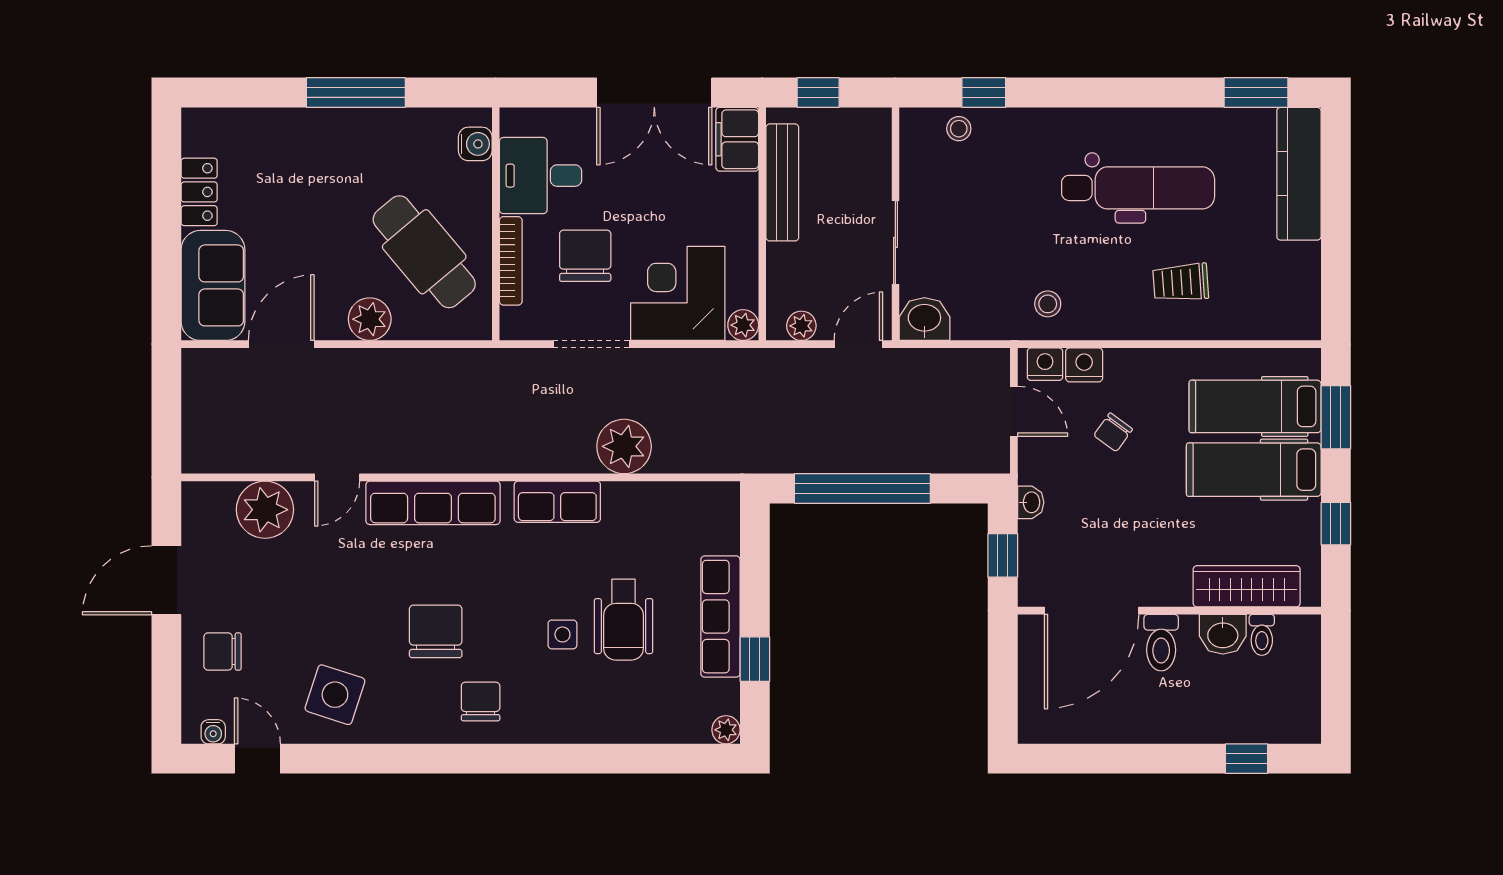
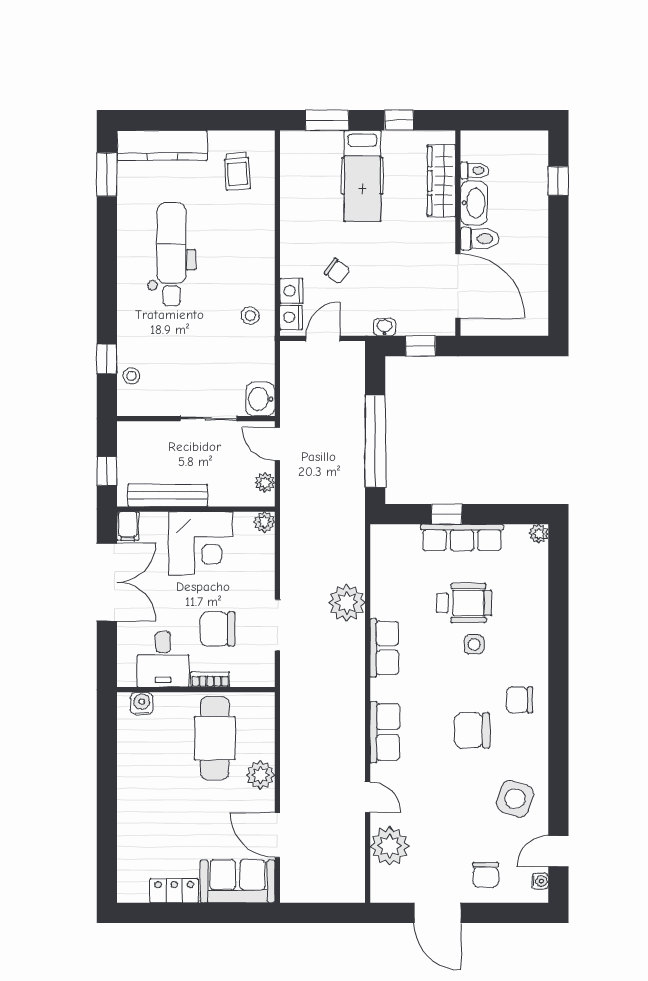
window: (356, 93) -> (107, 784), removed
filing cabinet: (737, 139) -> (128, 526), width x0.50
cafe table: (424, 252) -> (215, 738), turned -50
bookcase: (511, 261) -> (210, 679), width x0.64
trolley: (1181, 282) -> (237, 171), moved
corner desk: (678, 293) -> (201, 543), moved, turned -90
hospital bed: (1255, 406) -> (320, 175), removed
row of seats: (433, 503) -> (385, 732), width x0.68
washbasin: (1223, 634) -> (474, 203), width x1.38
window: (755, 659) -> (447, 514), moved

